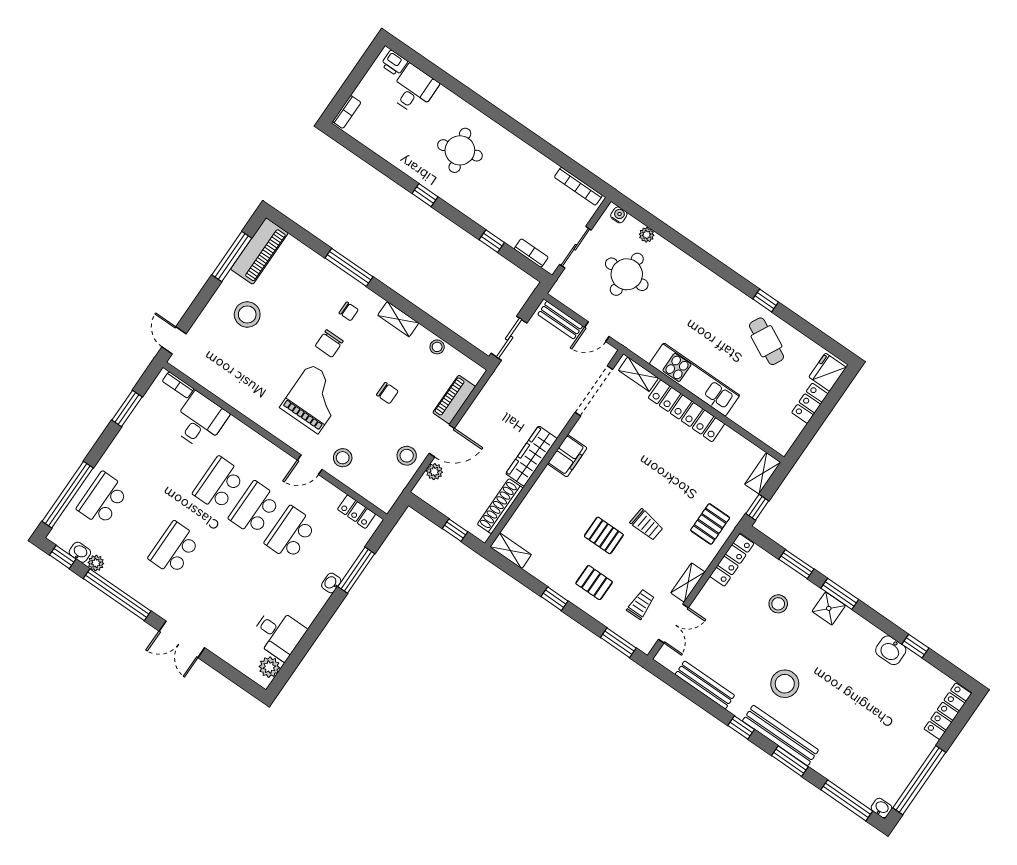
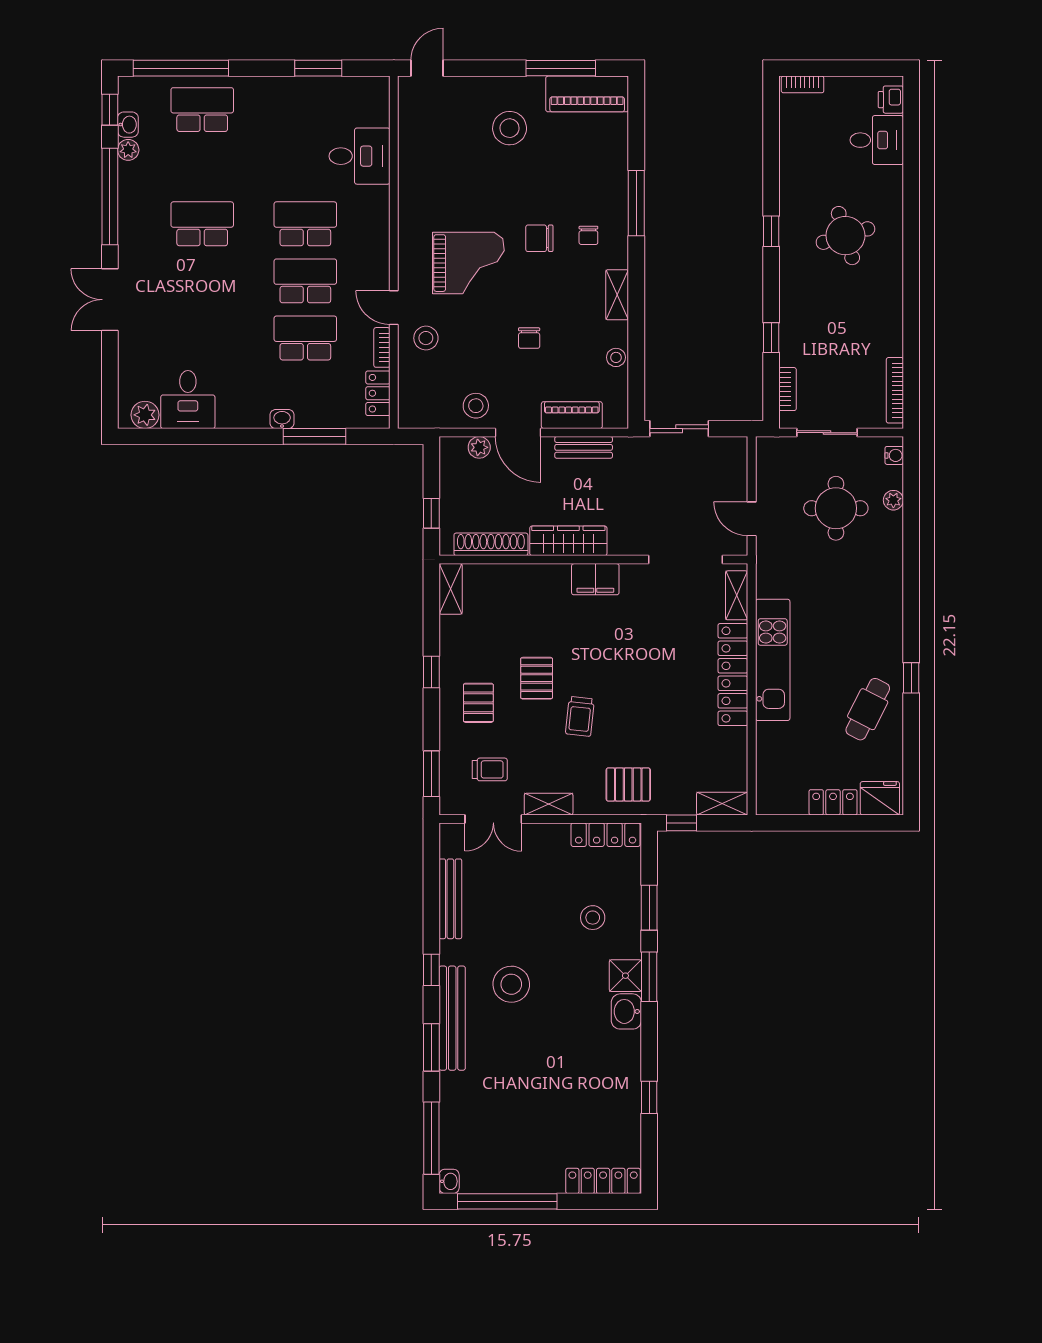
bench: (560, 320) -> (584, 447), moved, turned 90
bookcase: (178, 385) -> (382, 347), moved
washbasin: (891, 650) -> (626, 1011), moved

